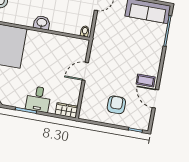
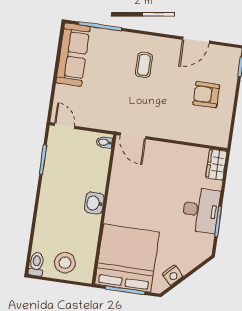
door: (85, 71) -> (133, 136), moved
coffee table: (146, 81) -> (144, 65), moved
desk: (38, 99) -> (201, 210), width x1.37

